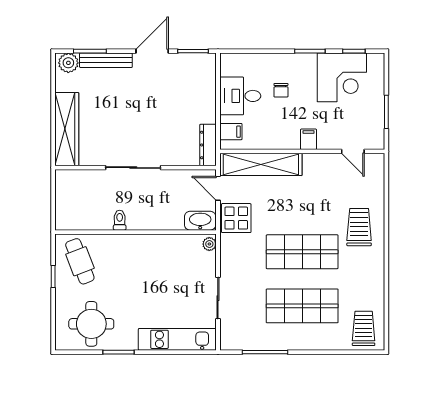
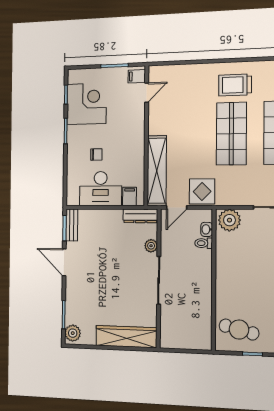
bench: (106, 60) -> (72, 225), moved, width x0.73
desk: (240, 96) -> (101, 189), width x1.37
filing cabinet: (308, 139) -> (137, 76), moved
plant: (173, 158) -> (151, 246), added
toilet: (120, 220) -> (204, 243), moved
washbasin: (200, 221) -> (207, 229), width x0.52, depth x0.69
trolley: (359, 227) -> (235, 85), moved
plant: (209, 244) -> (229, 220), width x1.87, depth x1.87
cafe table: (80, 261) -> (239, 330), turned 35

